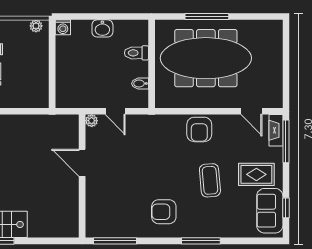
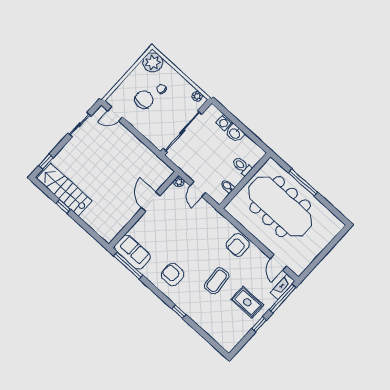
washing machine: (63, 27) -> (224, 122), moved
sliding door: (52, 71) -> (182, 131), added
window: (286, 208) -> (259, 324), moved
sofa: (270, 211) -> (133, 252), moved, turned 90
window: (201, 241) -> (179, 312), width x0.46

